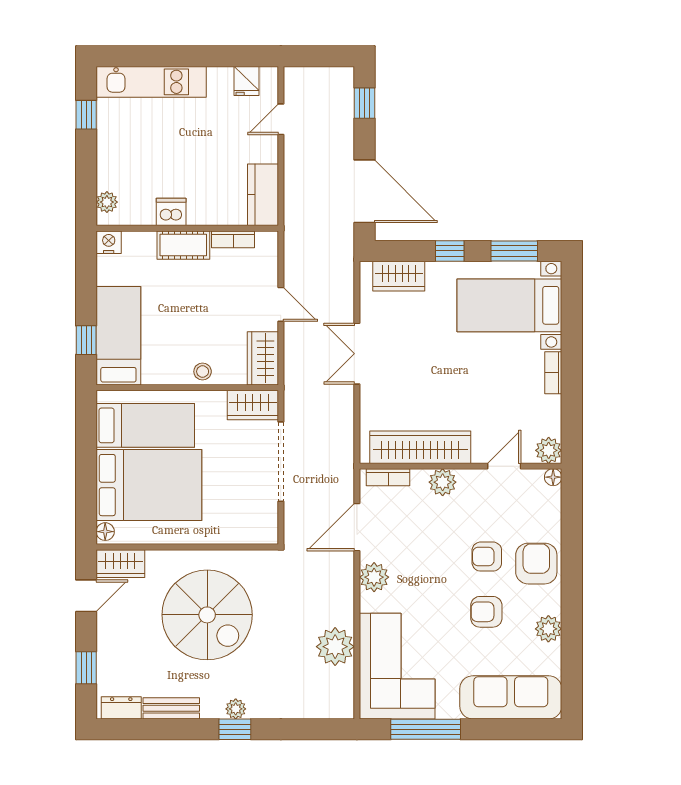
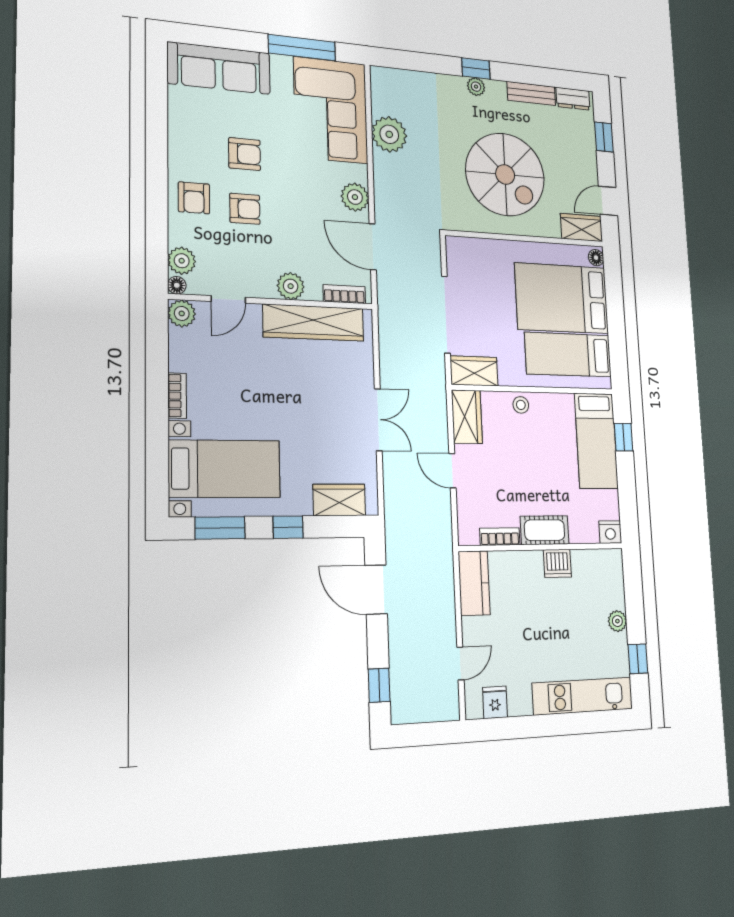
door: (364, 191) -> (376, 590), width x0.73
plant: (107, 202) -> (617, 621), moved
door: (357, 527) -> (373, 247), swing flipped
armchair: (536, 564) -> (194, 198), width x0.72, depth x0.72
spiral stairs: (207, 615) -> (505, 174), turned 180
plant: (548, 629) -> (182, 261), moved

